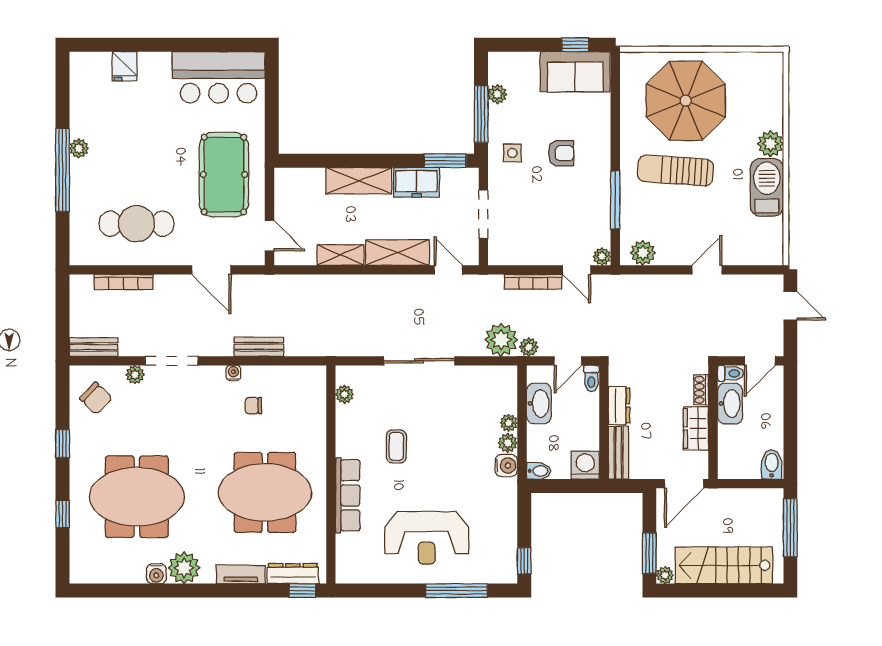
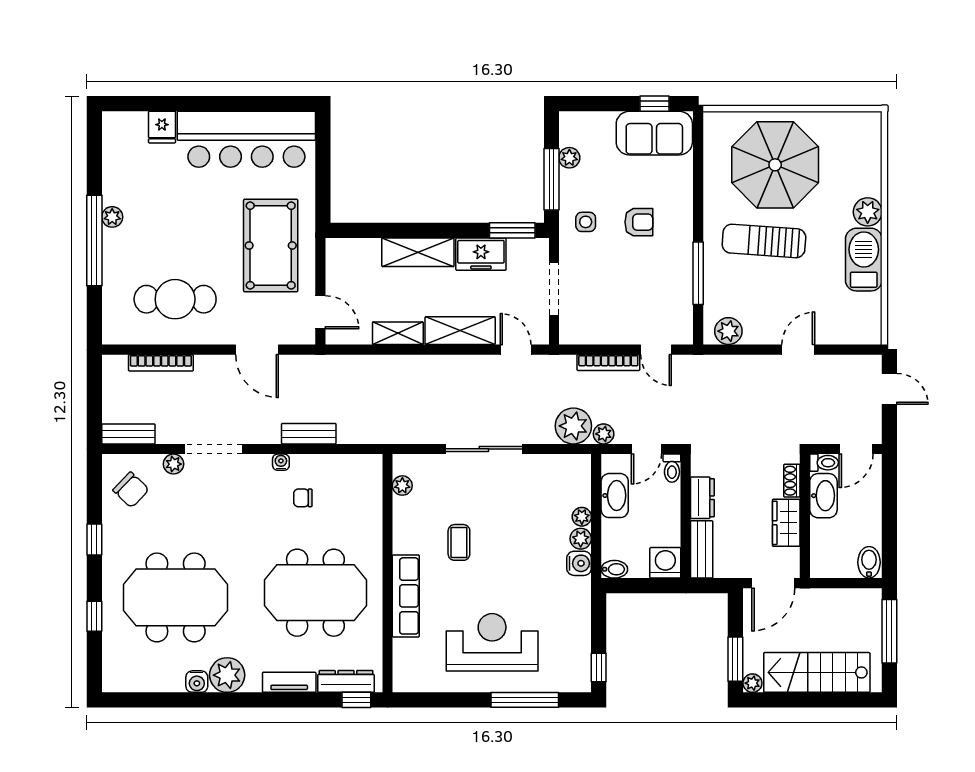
bar counter: (219, 77) -> (246, 139), width x1.36
plant: (602, 257) -> (684, 335), removed
reception desk: (427, 538) -> (492, 642), turned 180

